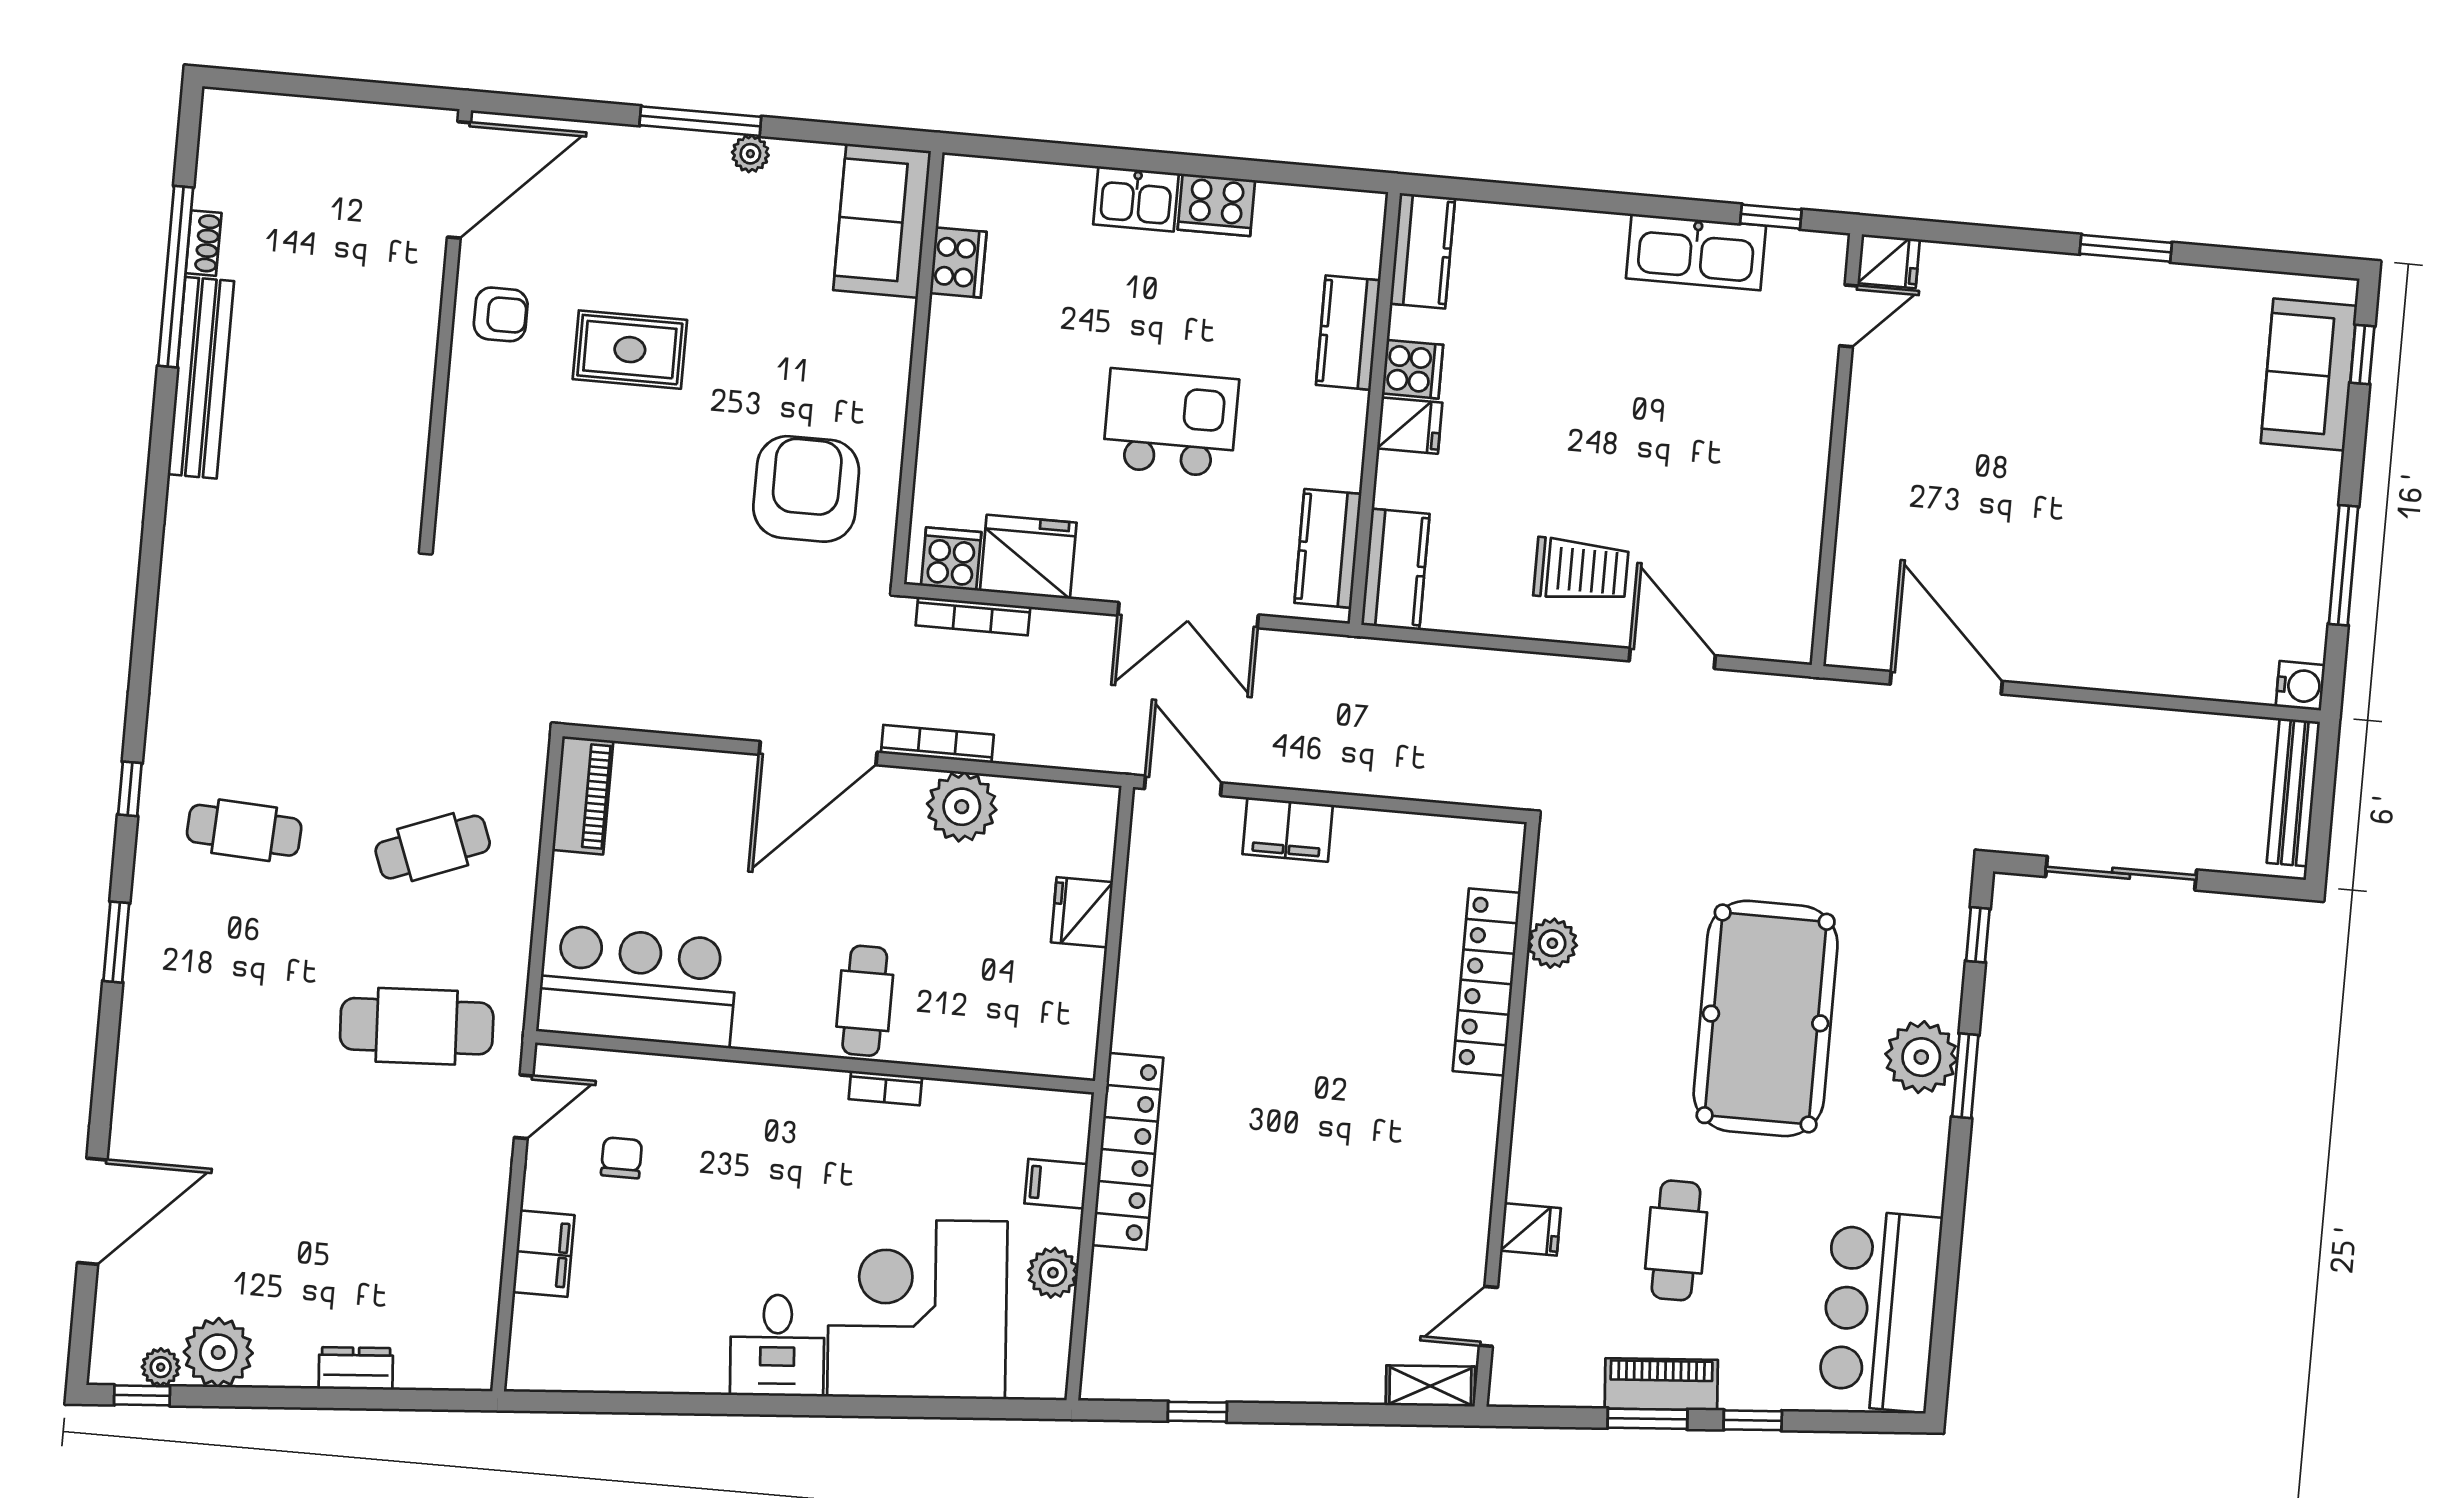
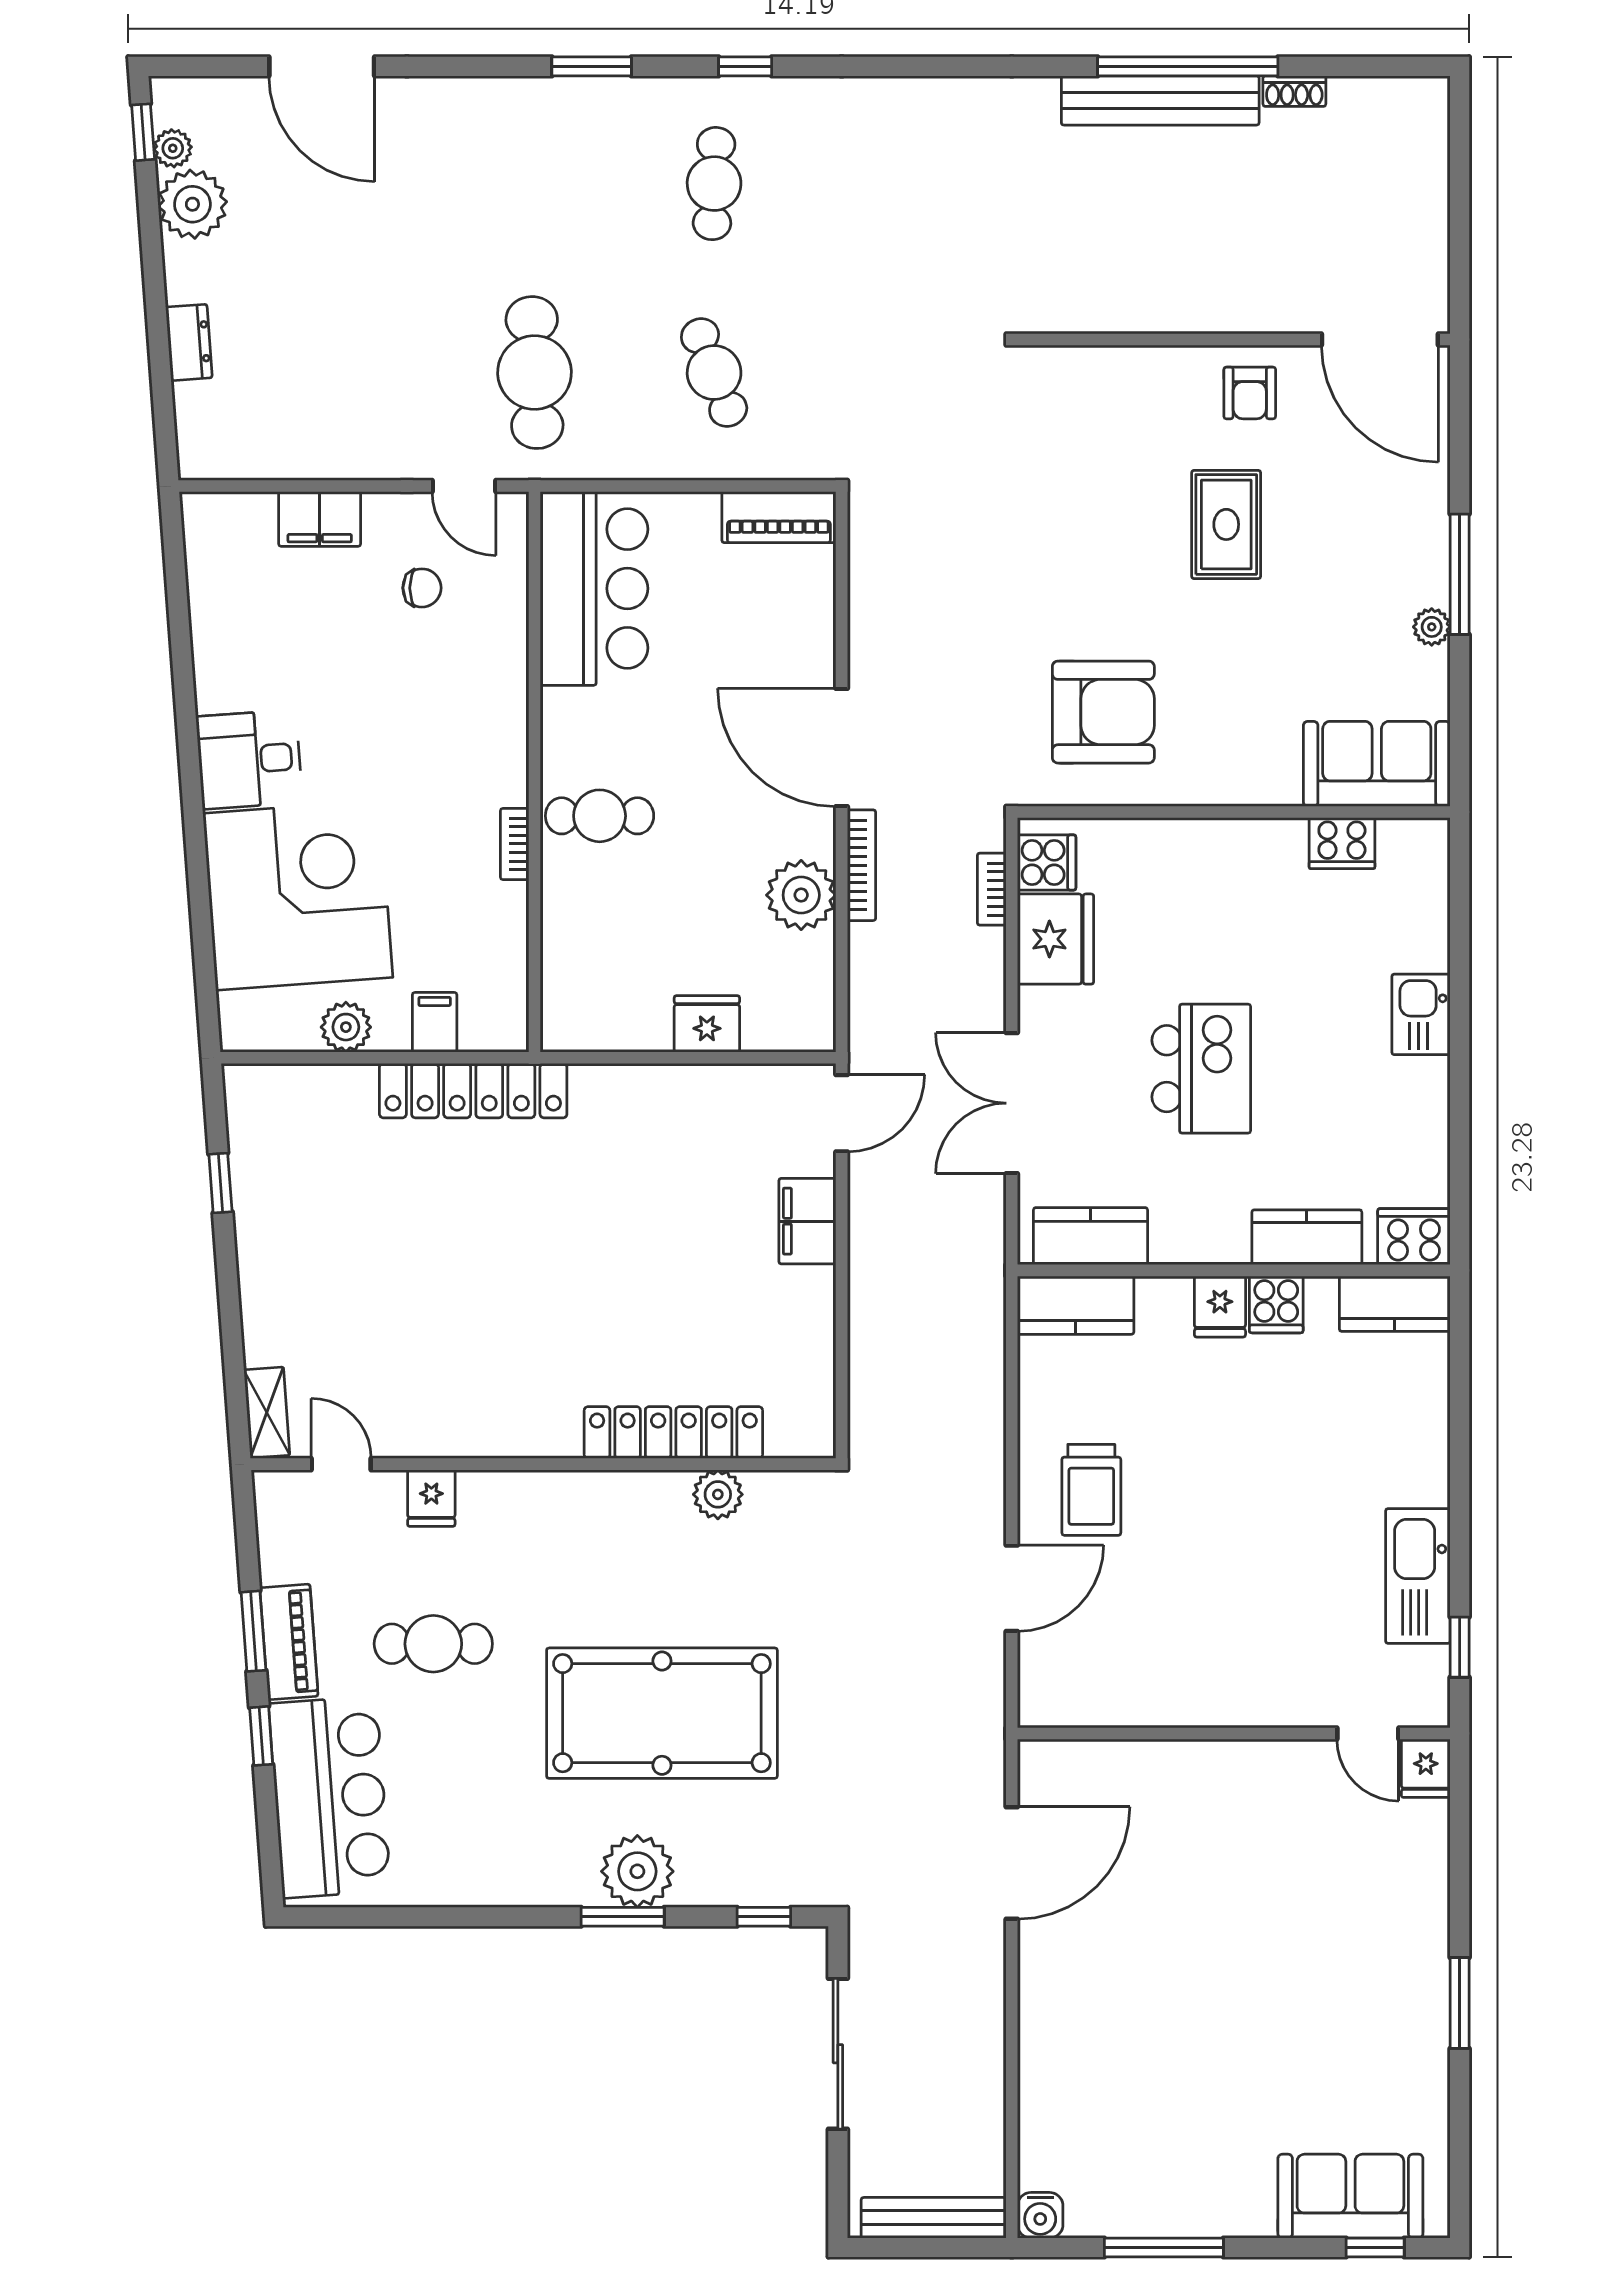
cooker: (1216, 205) -> (1414, 1237), moved, turned 90
window: (176, 277) -> (1188, 66), moved
bookcase: (973, 616) -> (992, 889), width x0.64
bar counter: (1880, 1311) -> (330, 1797), moved, turned 86

